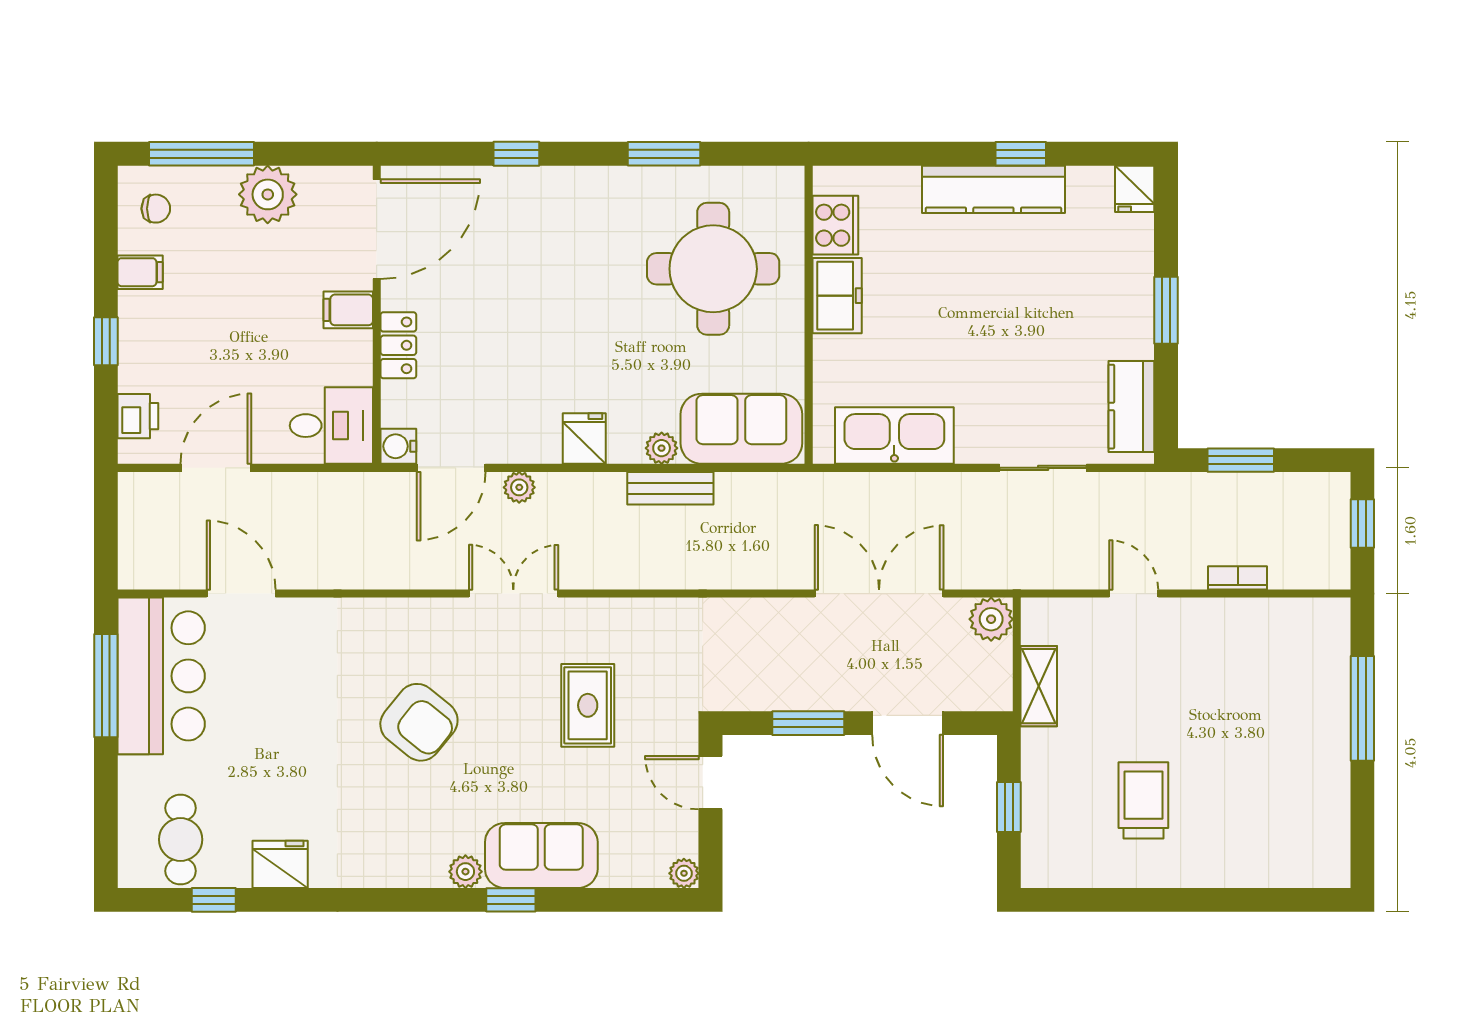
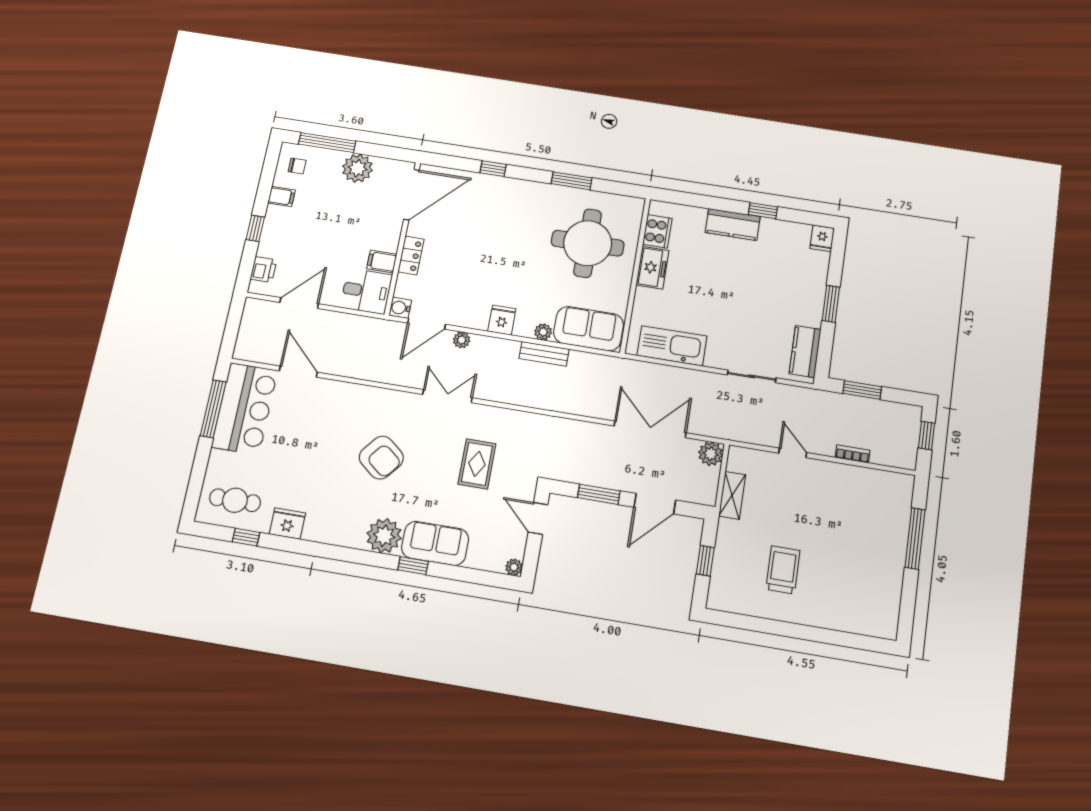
kitchen counter: (993, 189) -> (733, 225), width x0.67
filing cabinet: (348, 310) -> (382, 262), moved
door: (908, 723) -> (655, 504), hinge flipped
cafe table: (181, 840) -> (235, 500), turned 90
plant: (465, 872) -> (384, 536), width x1.87, depth x1.87

